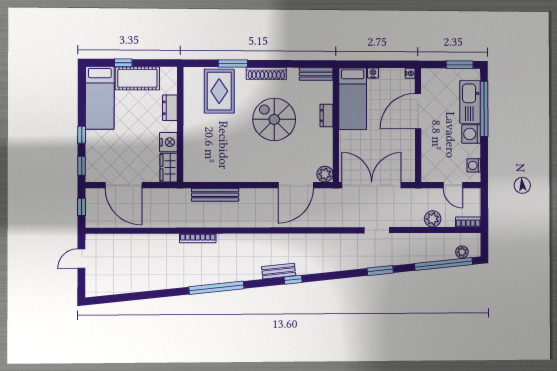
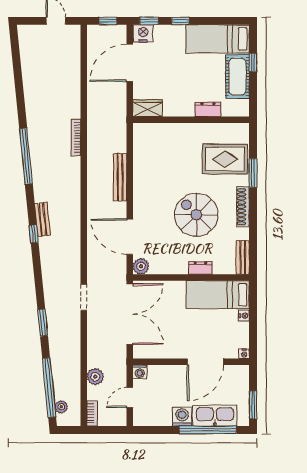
door: (418, 111) -> (205, 362), swing flipped
spiral stairs: (274, 119) -> (196, 215), turned -90
nightstand: (168, 142) -> (143, 33), moved, turned 180
washing machine: (474, 165) -> (140, 372), moved, turned 180
bench: (215, 195) -> (120, 177), moved
doorway: (377, 230) -> (84, 297), moved

